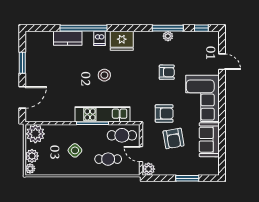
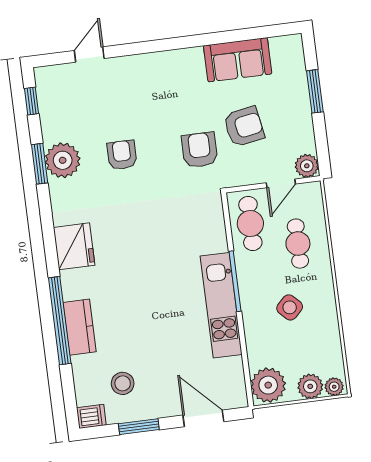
window: (168, 28) -> (40, 164), width x0.69
plant: (168, 36) -> (63, 160), width x1.87, depth x1.87
kitchen counter: (68, 38) -> (80, 327), moved
dishwasher: (100, 38) -> (91, 416), moved
stool: (104, 75) -> (123, 383), moved
corner sofa: (202, 98) -> (162, 82), removed
kitchen unit: (103, 114) -> (221, 305), moved

